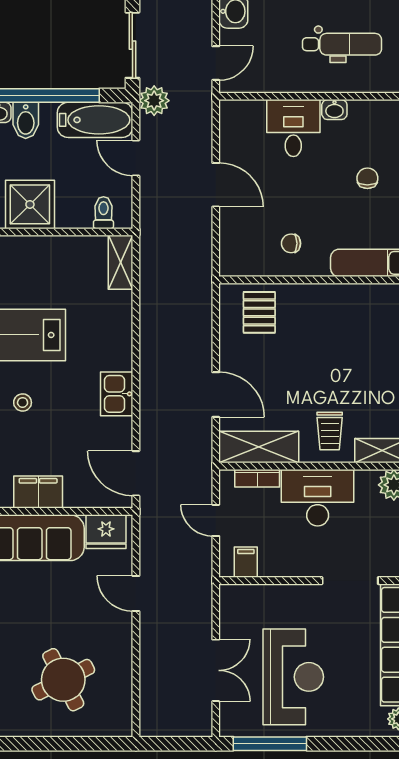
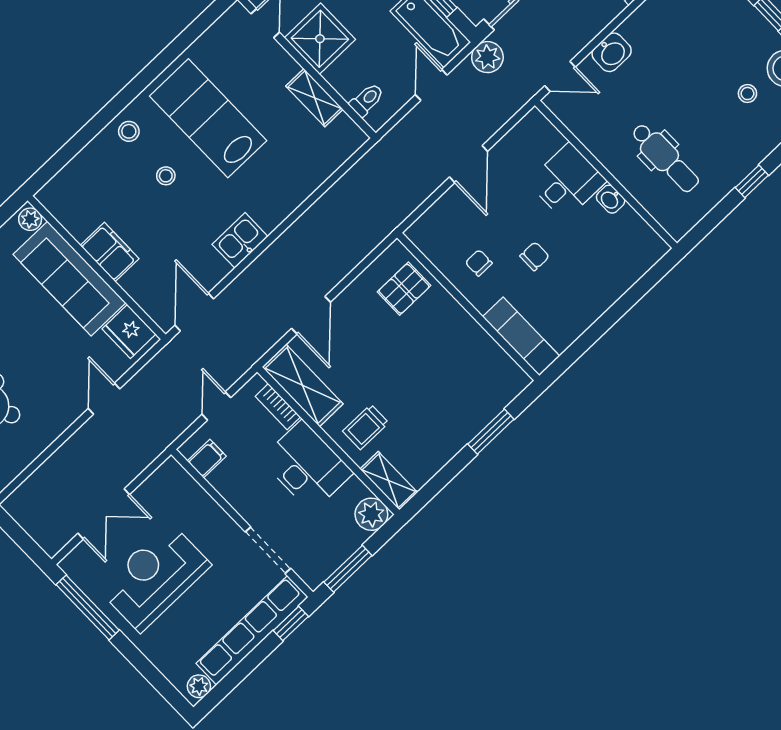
chair: (367, 178) -> (535, 256), moved
shelving: (121, 262) -> (314, 98), moved, turned 90
reception desk: (293, 677) -> (155, 577), turned 180

